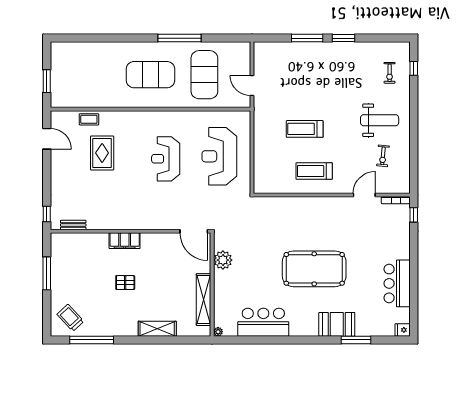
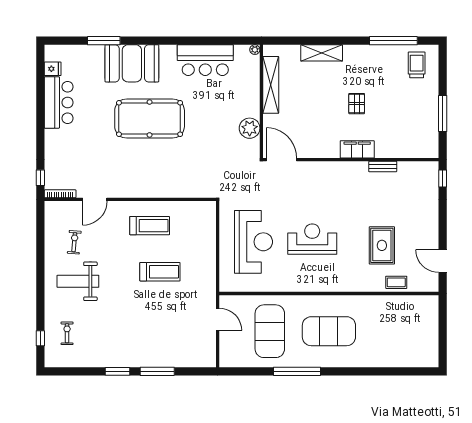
window: (47, 81) -> (443, 324), removed
reception desk: (166, 159) -> (312, 239), turned -90
bench: (73, 225) -> (383, 167), moved
pallet: (125, 283) -> (357, 104), turned 90
trolley: (70, 318) -> (417, 65), turned -137
booth: (337, 324) -> (132, 63), width x1.36, depth x1.42
fridge: (403, 330) -> (53, 69), moved

